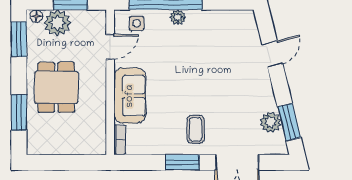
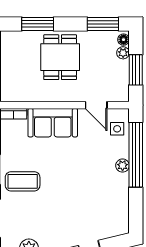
plant: (57, 23) -> (123, 53), width x0.53, depth x0.53
dining table: (56, 87) -> (60, 57), turned 90
coffee table: (196, 129) -> (23, 181), width x1.36, depth x1.30

